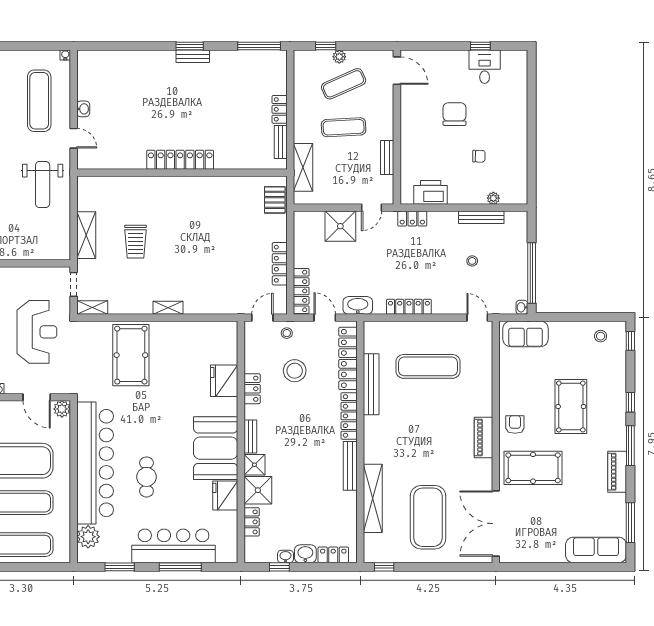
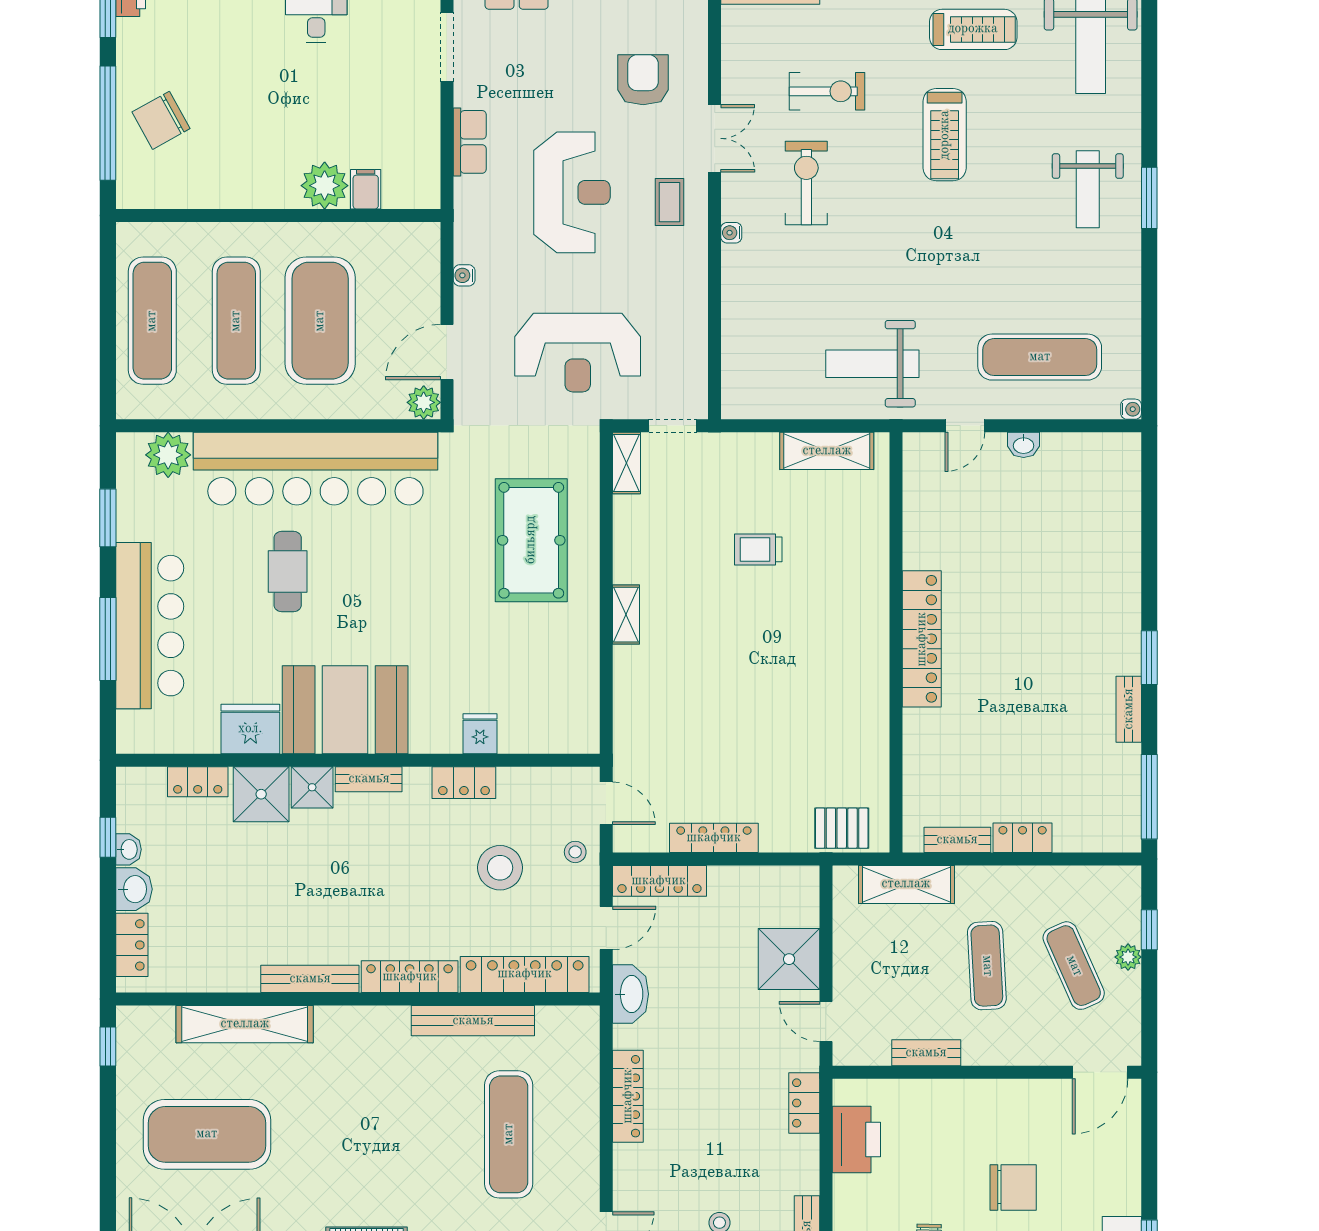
bench: (193, 56) -> (1129, 709), moved
shelving: (86, 235) -> (827, 451), moved
trolley: (135, 242) -> (758, 549), width x0.73, depth x0.72
pool table: (131, 355) -> (531, 540), turned 90
fridge: (224, 381) -> (480, 734), width x0.53, depth x0.75
cafe table: (146, 477) -> (288, 572), turned 90

